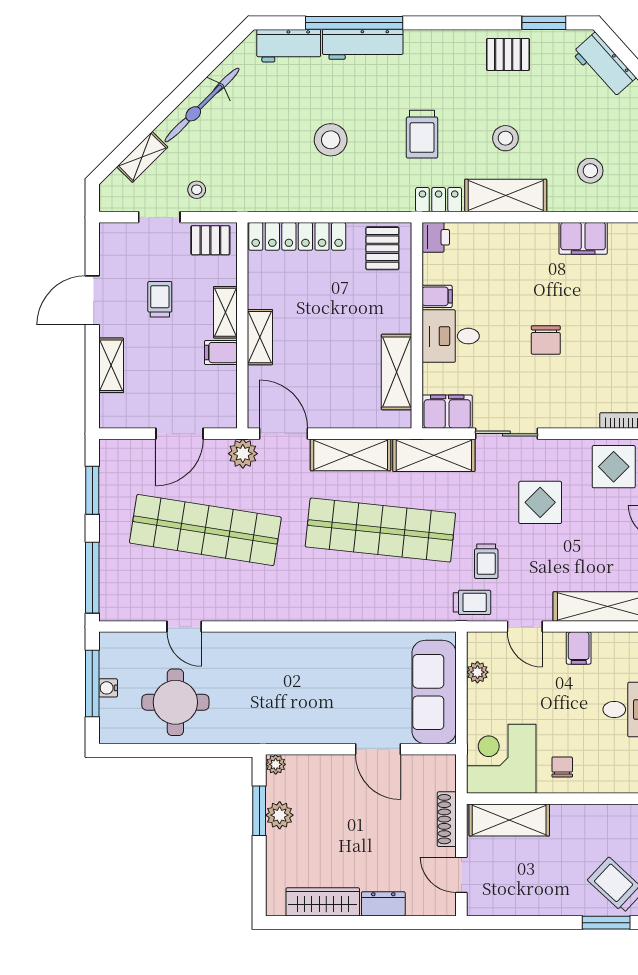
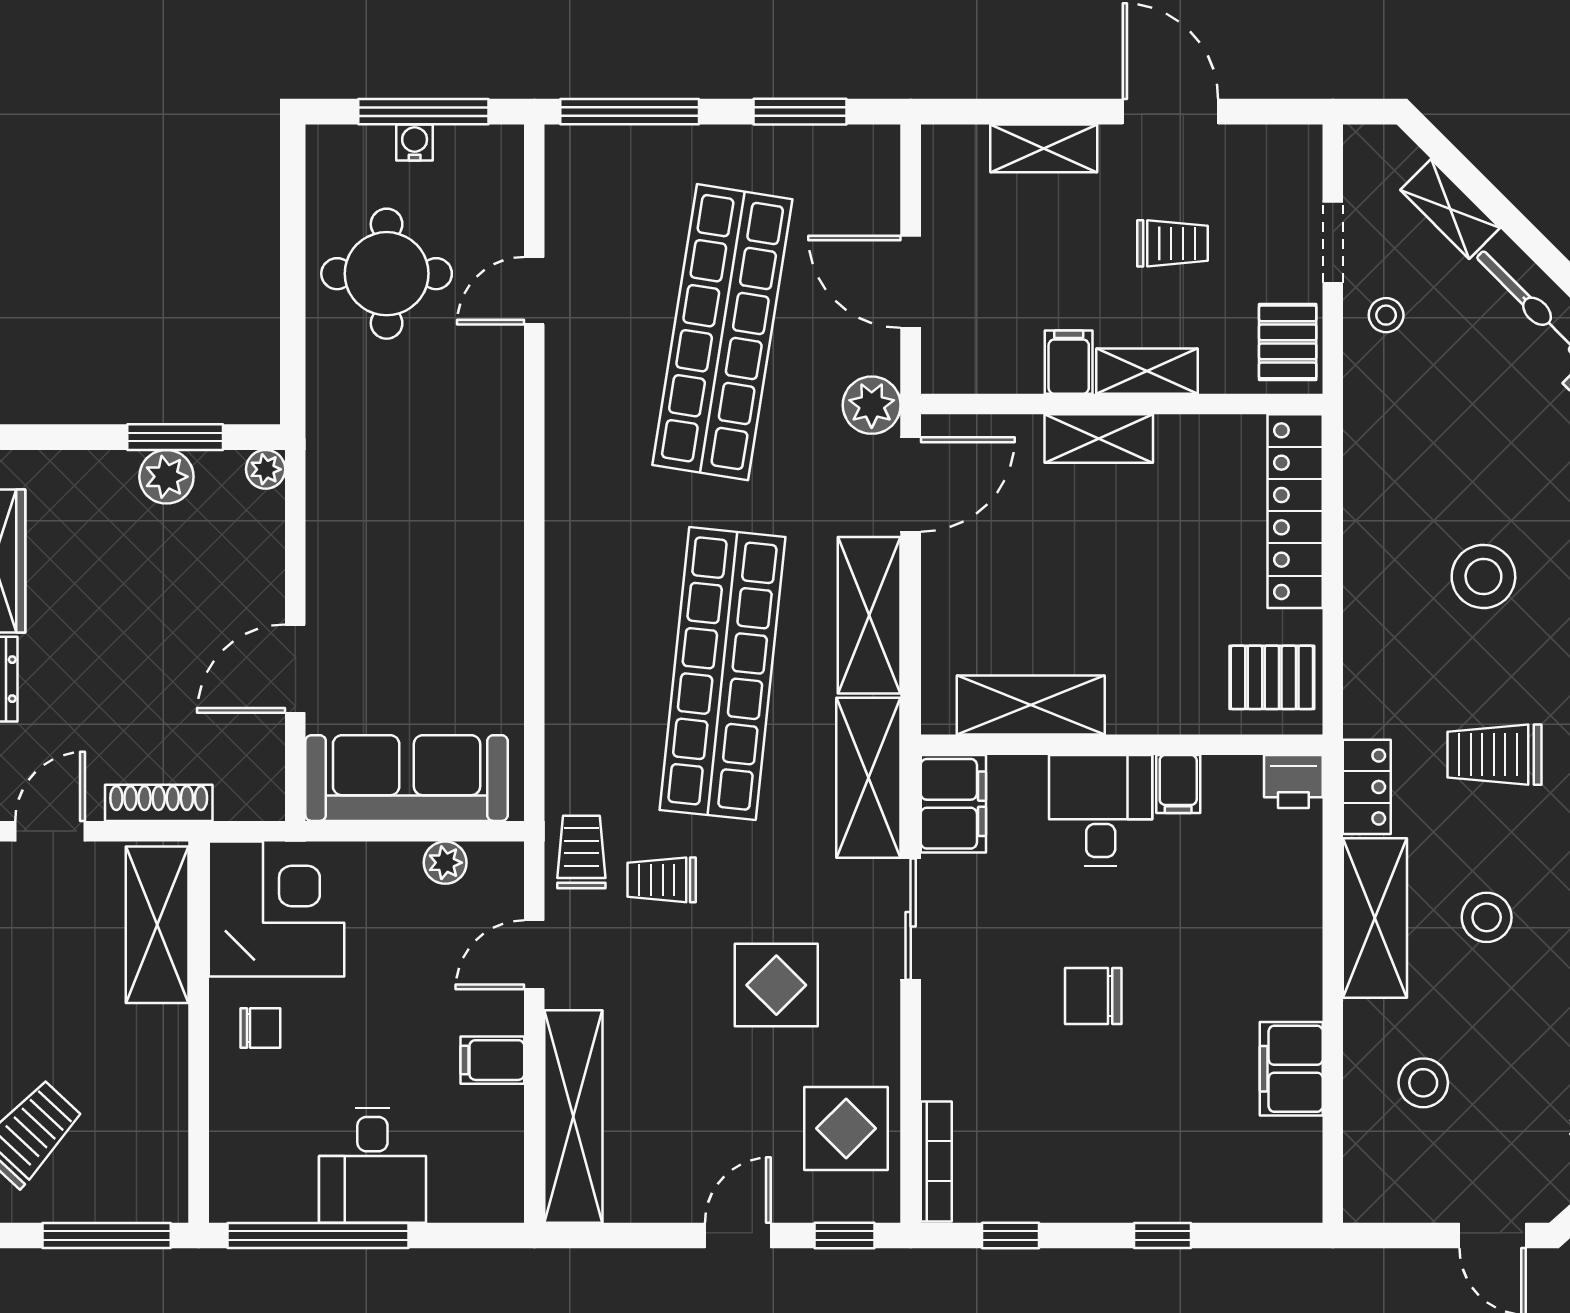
trolley: (472, 602) -> (581, 852), turned 180

